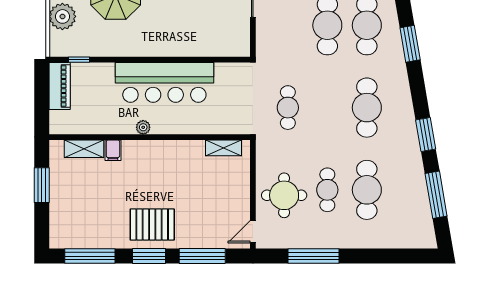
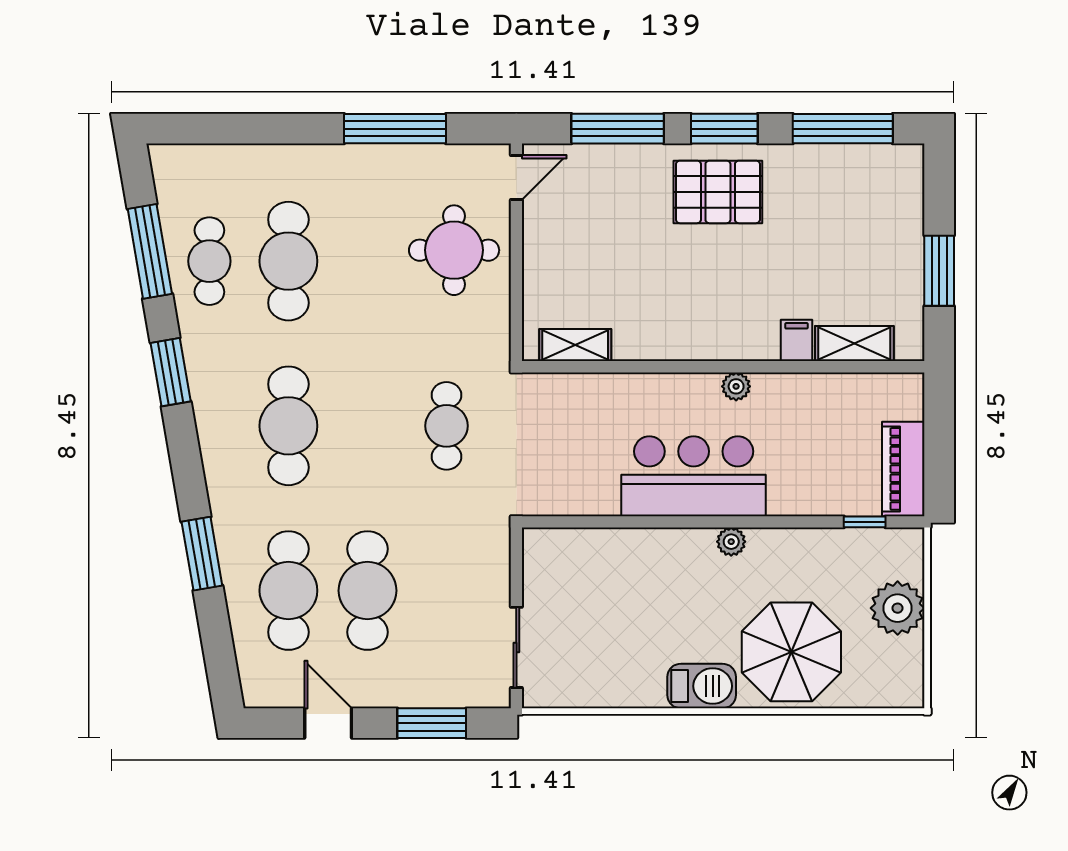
plant: (146, 50) -> (731, 542), added
bar counter: (164, 82) -> (694, 476), width x0.73
cafe table: (327, 190) -> (209, 261), moved

